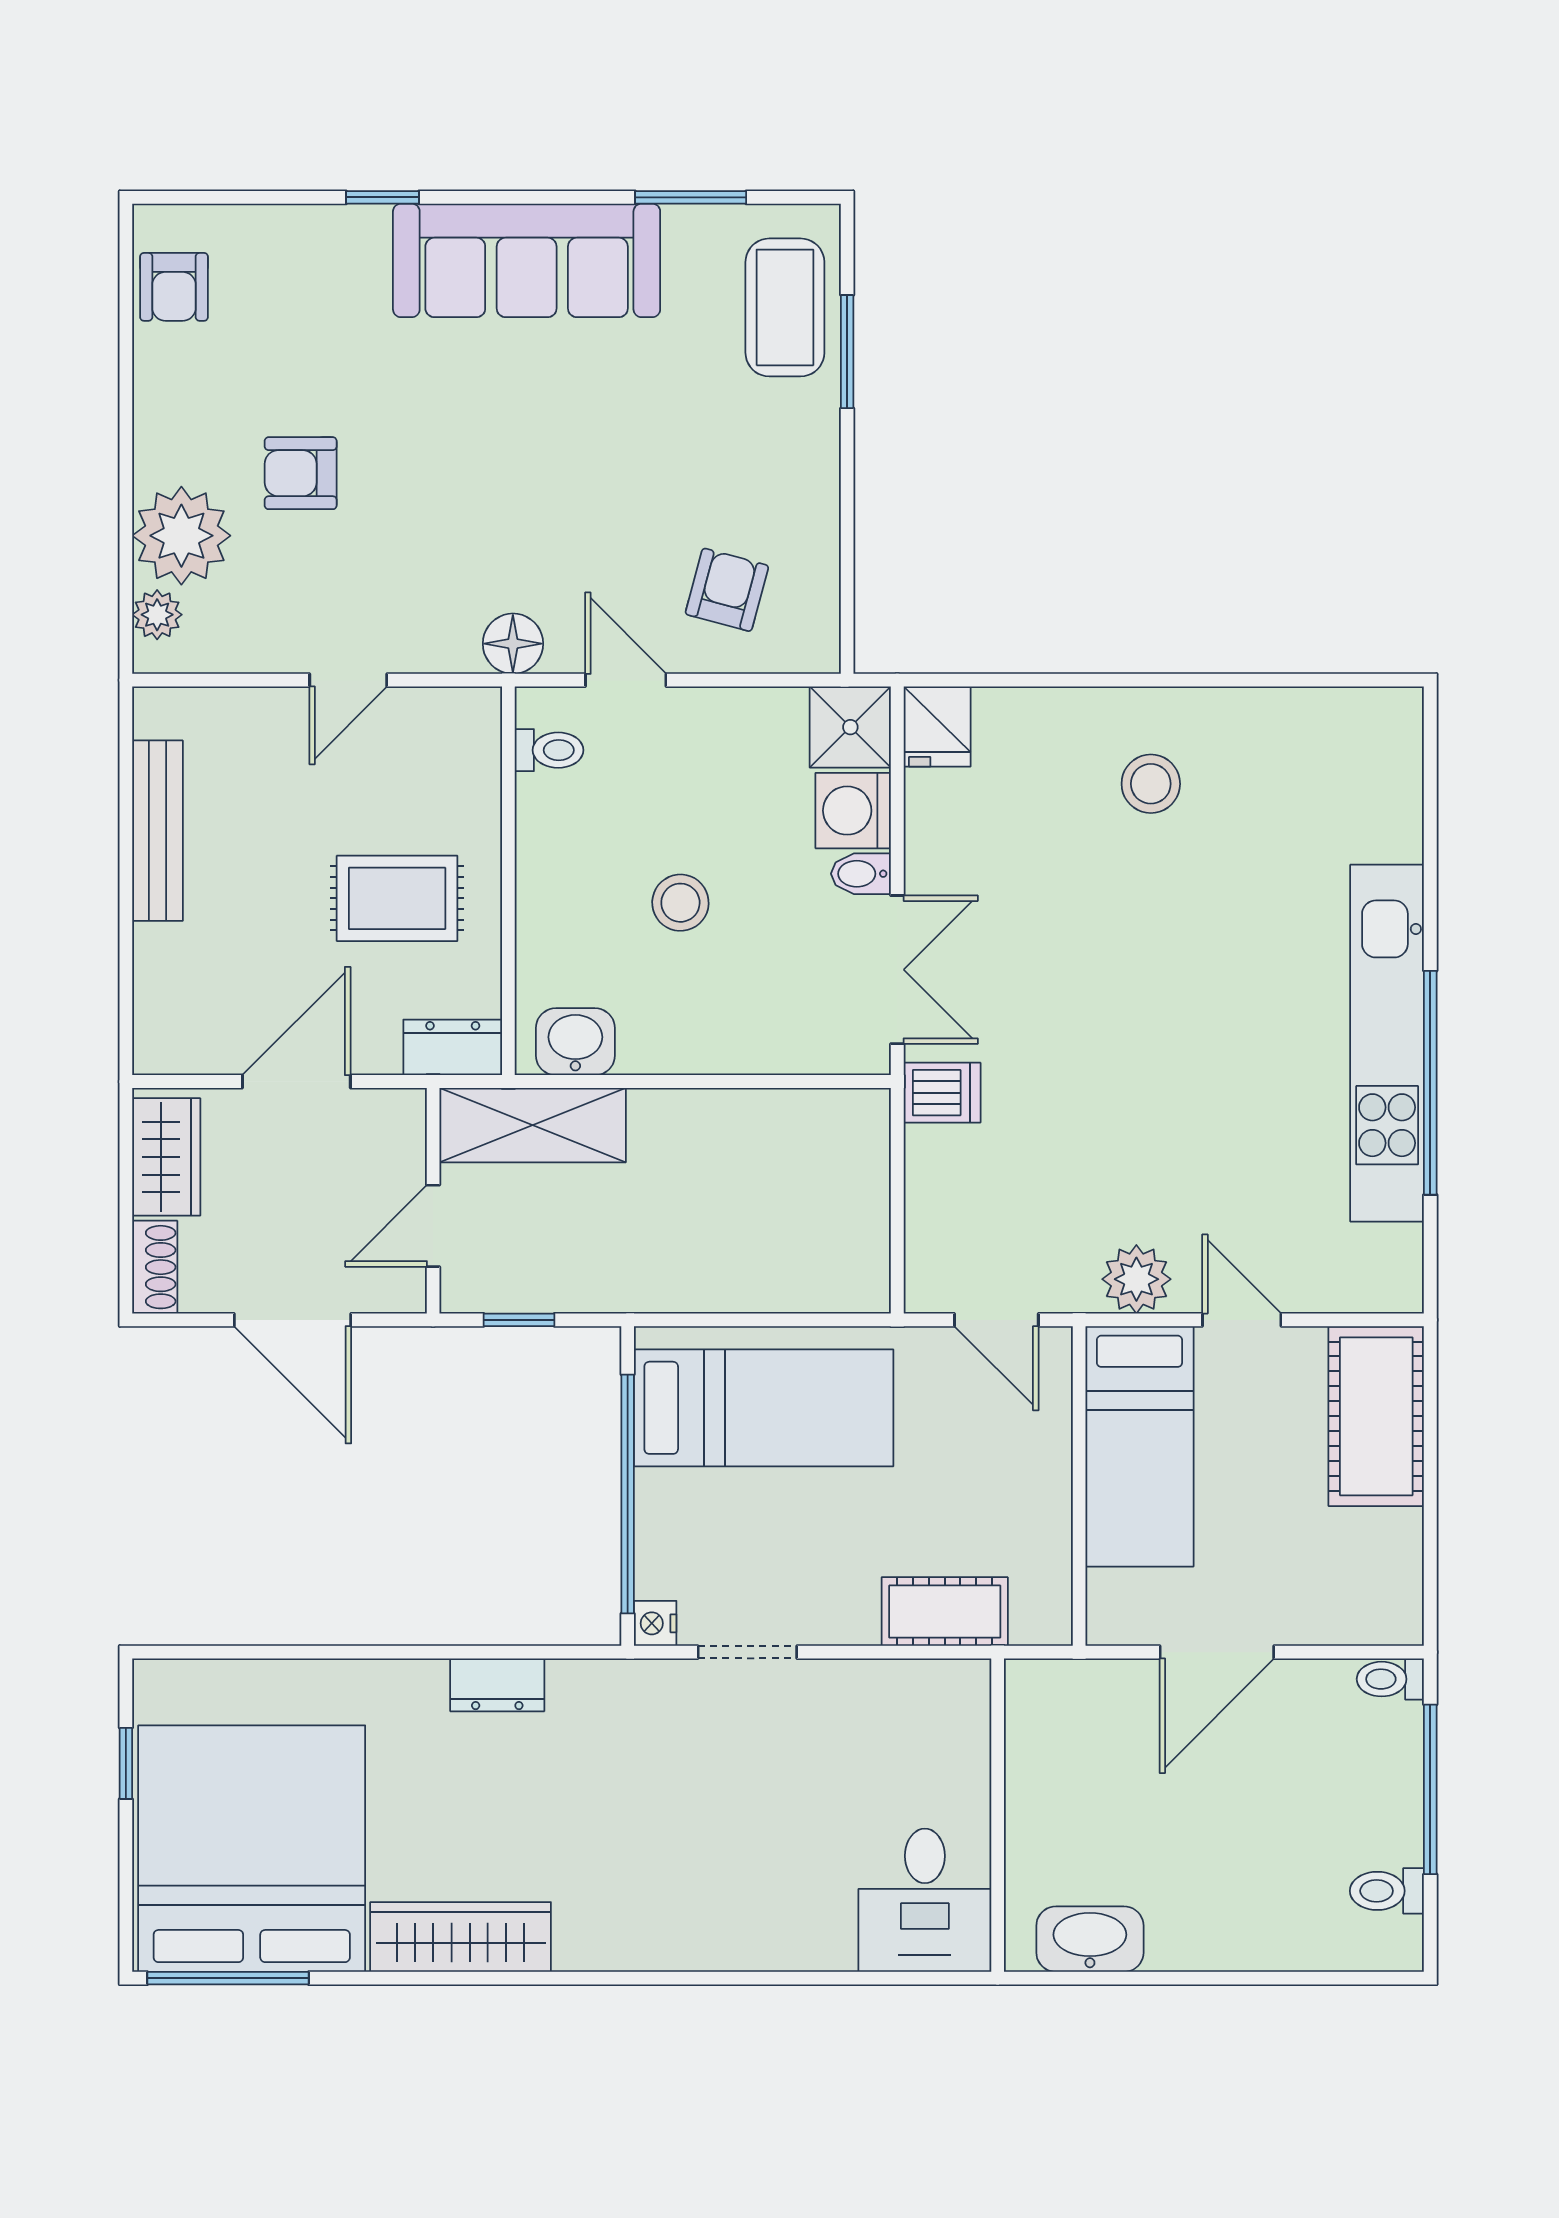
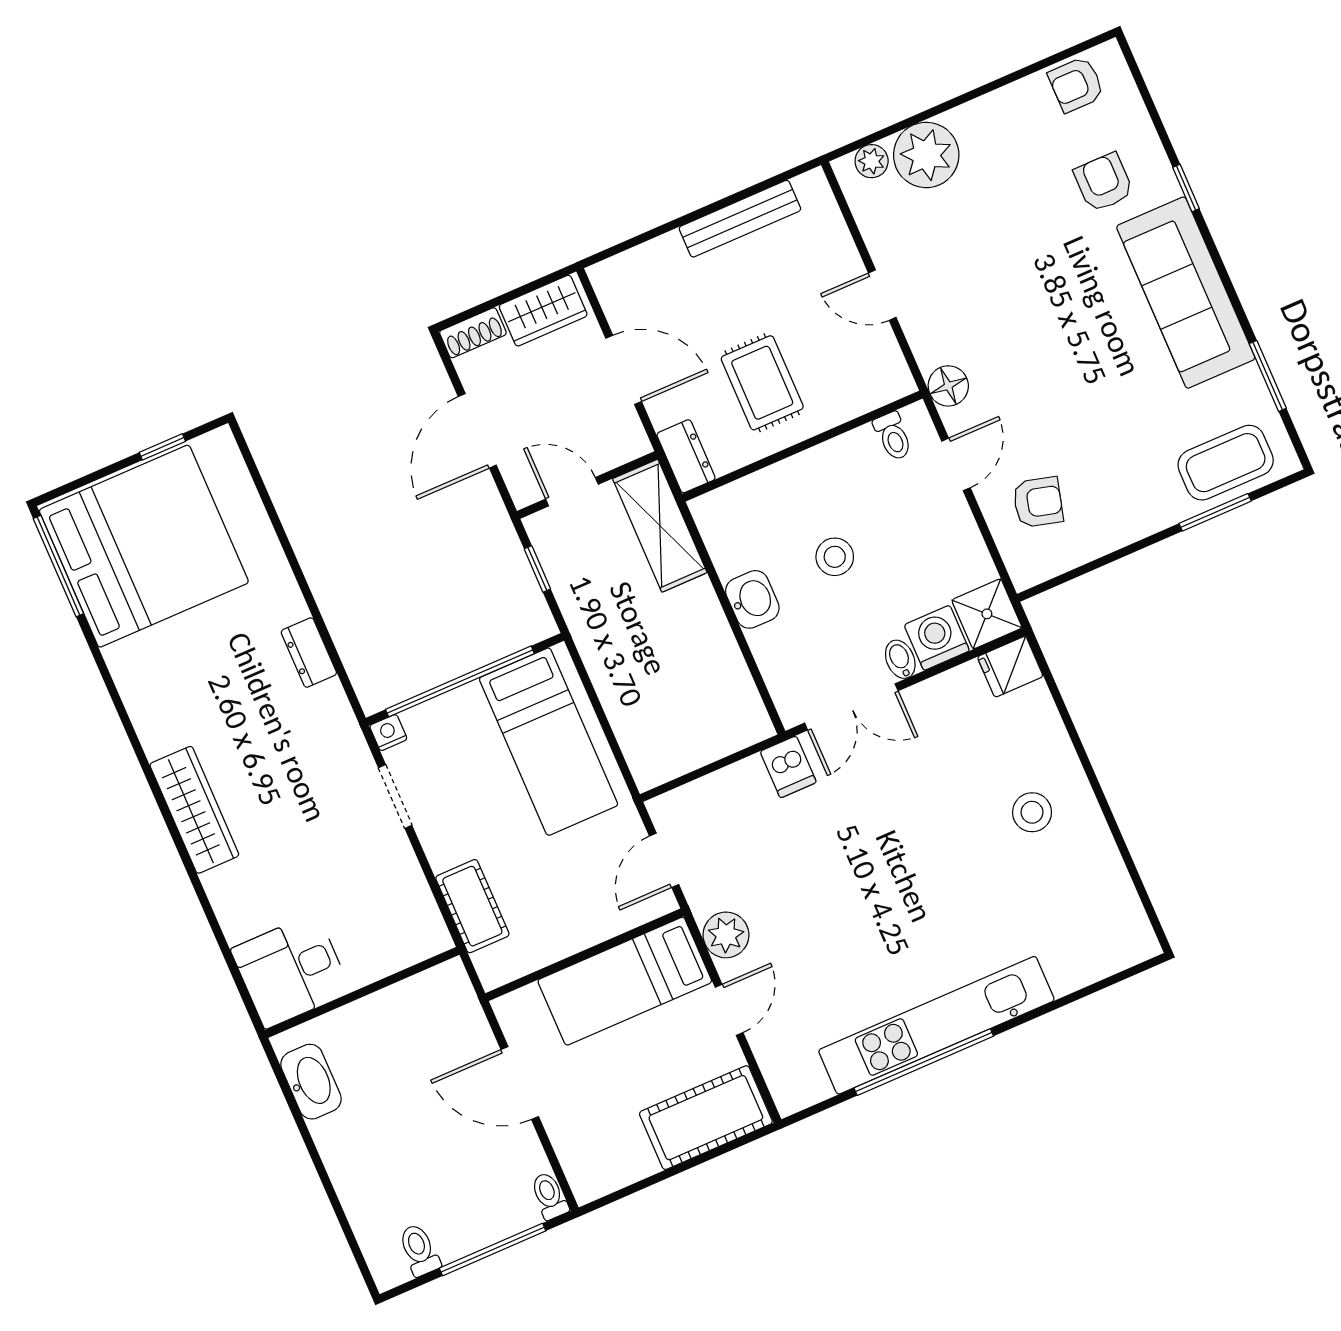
armchair: (301, 473) -> (1104, 182), moved
washbasin: (575, 1042) -> (752, 599), moved
wardrobe: (461, 1937) -> (194, 810), moved

